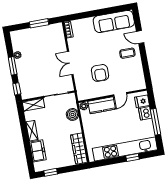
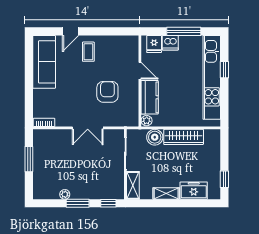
armchair: (100, 73) -> (107, 92), turned -90
wardrobe: (79, 149) -> (184, 137), moved

